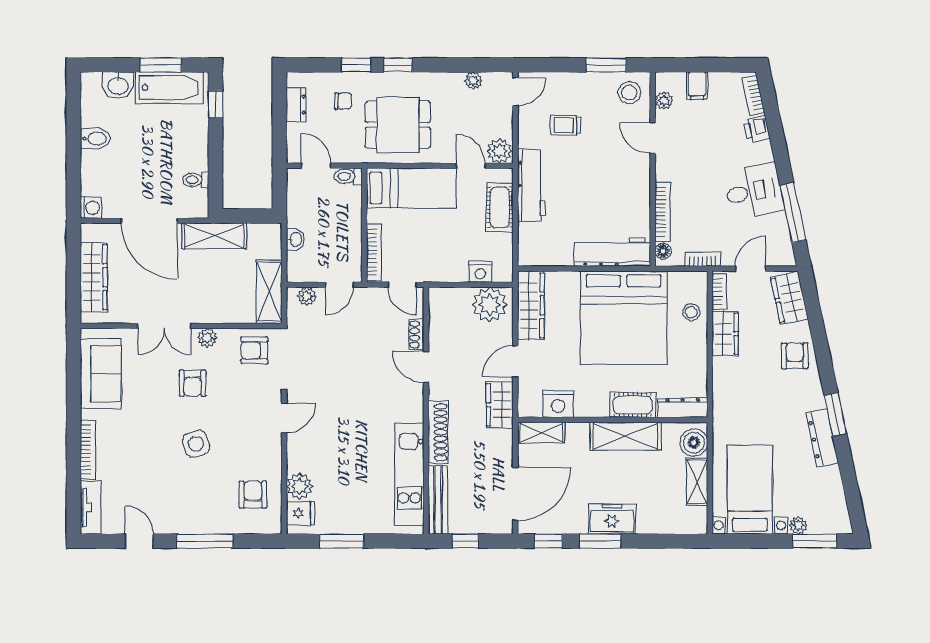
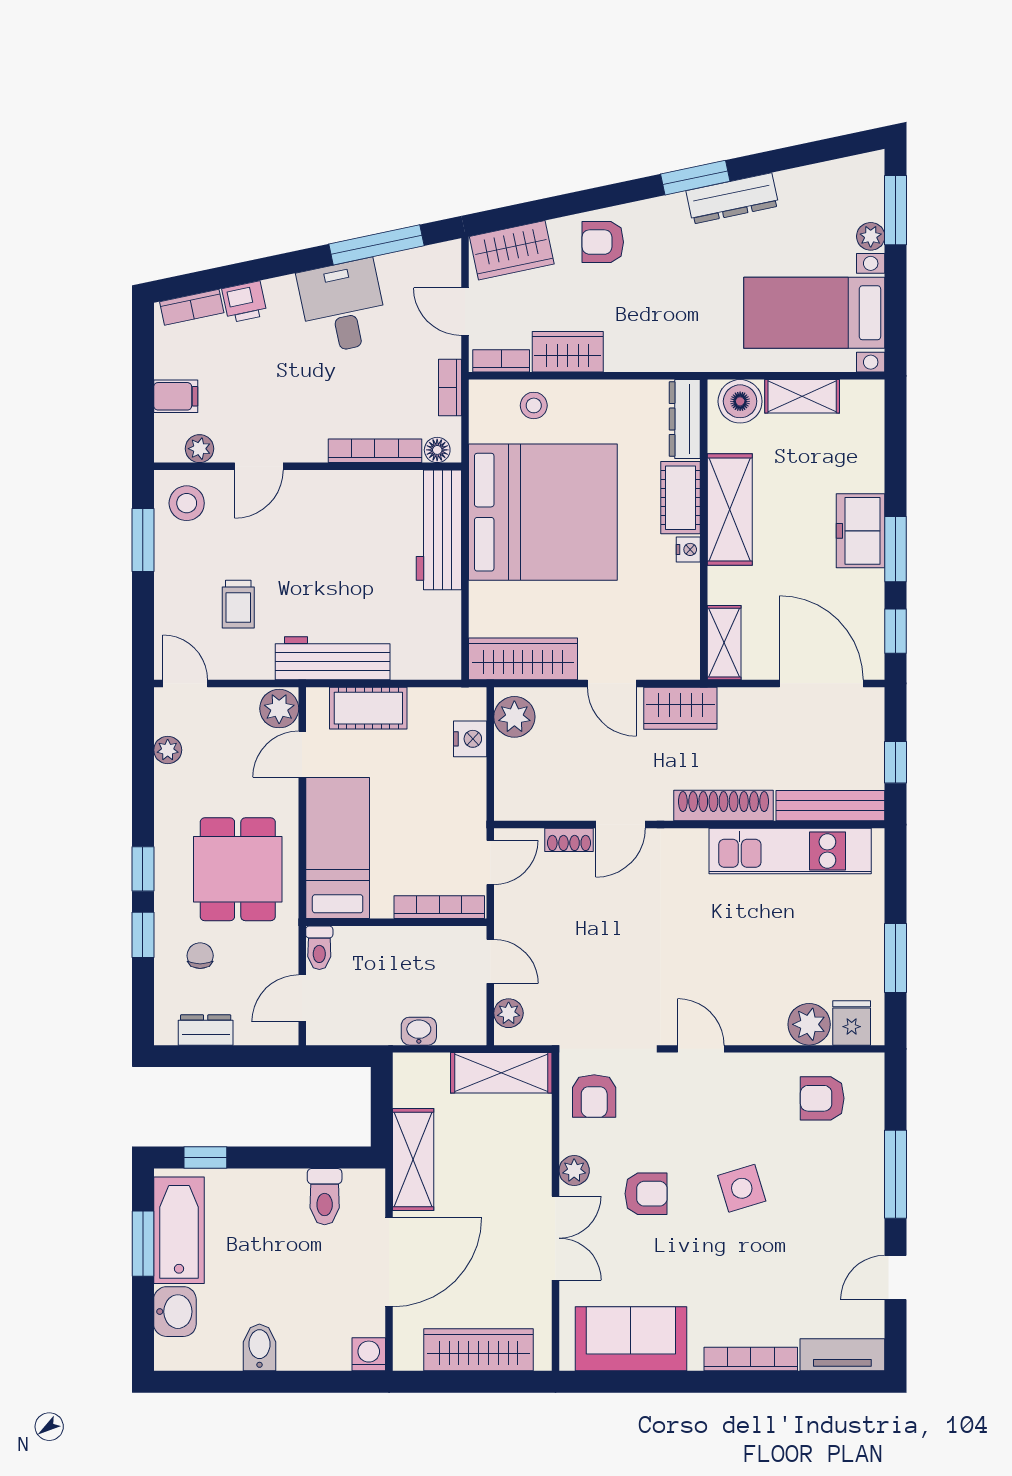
toilet: (196, 180) -> (325, 1197), width x1.37, depth x1.39
plant: (489, 305) -> (514, 717), width x0.73, depth x0.73
nightstand: (558, 404) -> (688, 549), moved, width x0.53, depth x0.56

